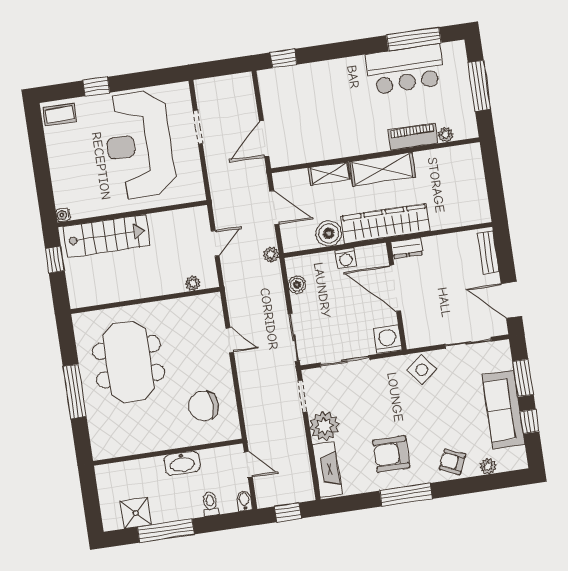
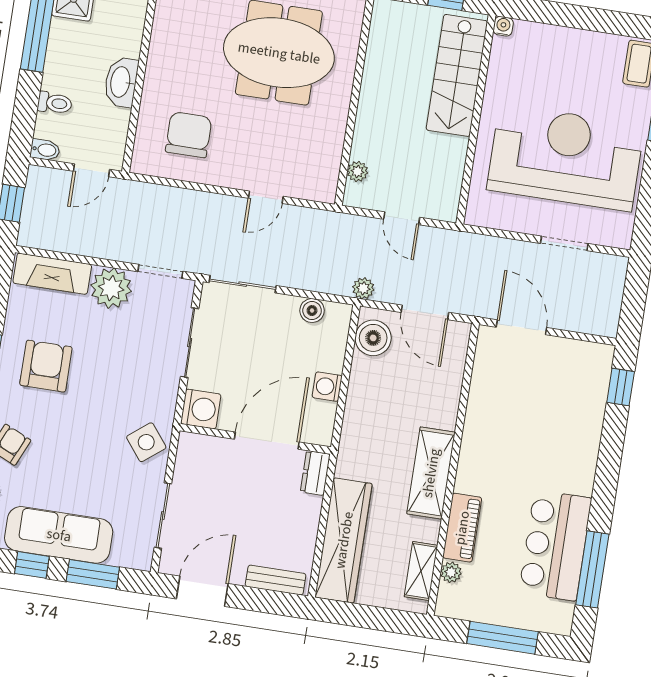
shelving: (329, 174) -> (421, 571), moved
door: (274, 208) -> (425, 312), hinge flipped
wardrobe: (386, 224) -> (344, 540), moved
boiler: (329, 233) -> (373, 338), moved

